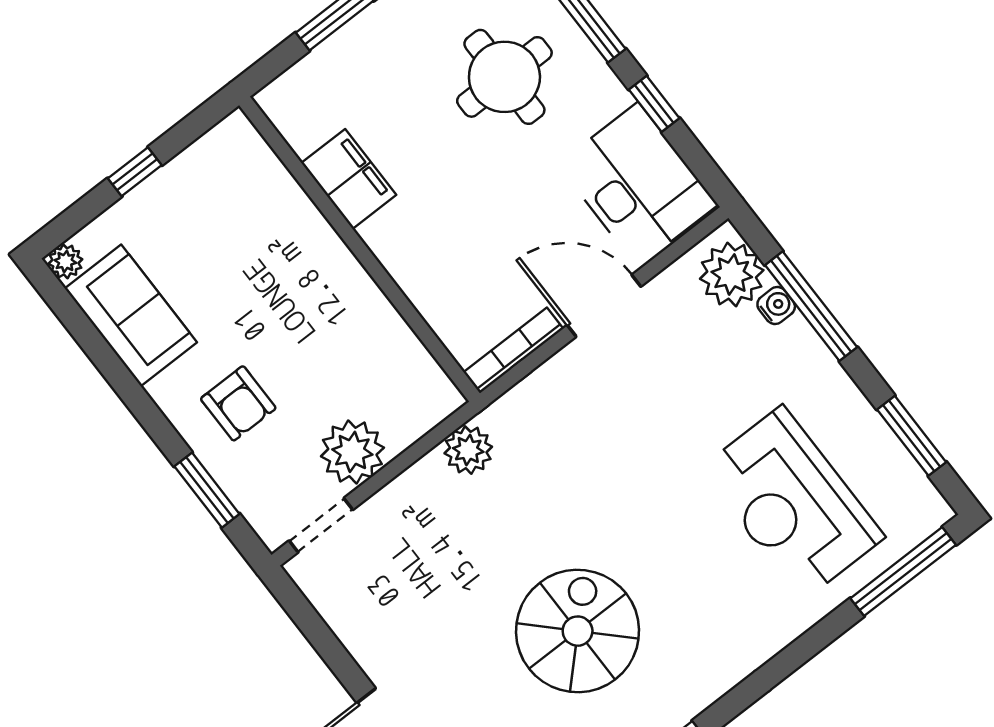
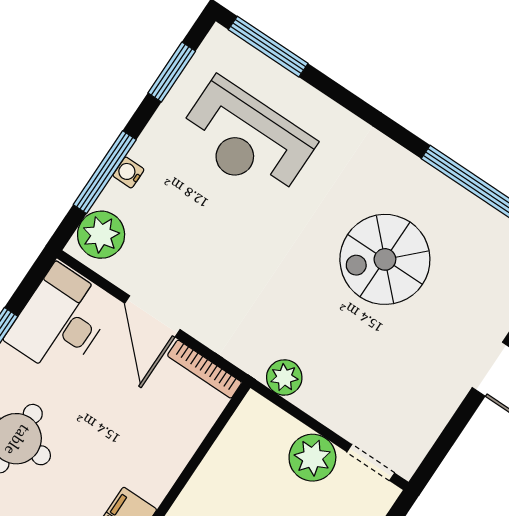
water cooler: (776, 306) -> (128, 172), moved
reception desk: (792, 503) -> (246, 140), turned 90

